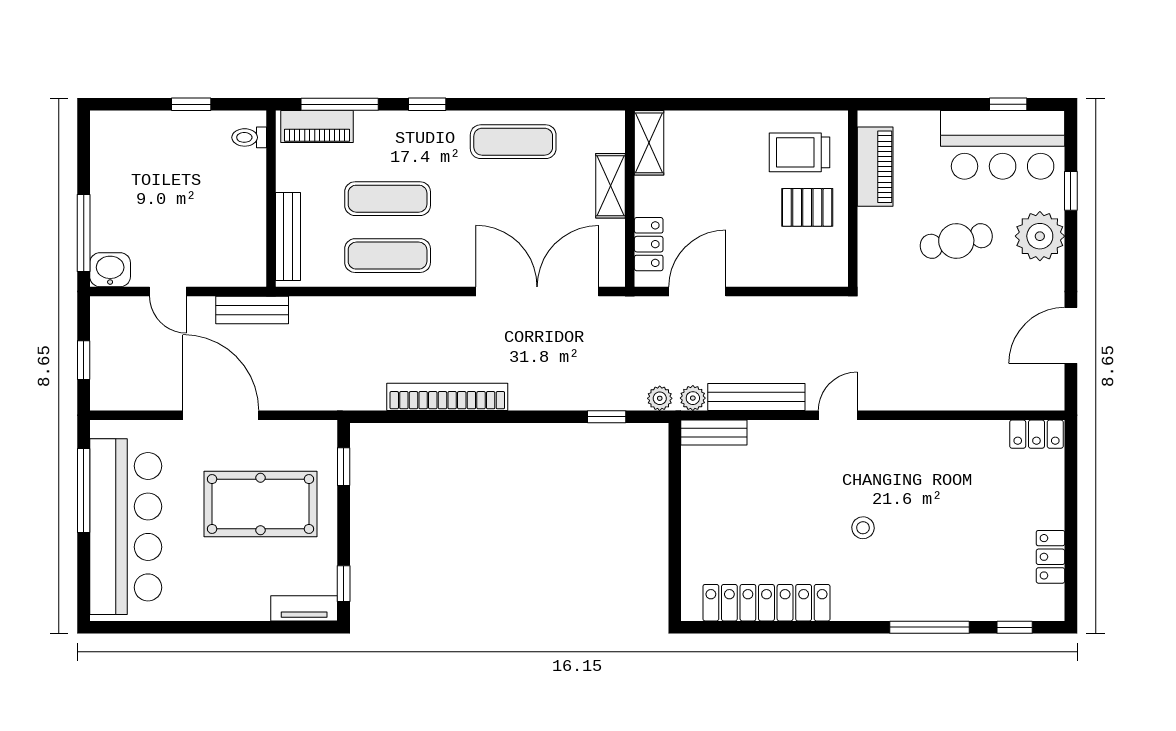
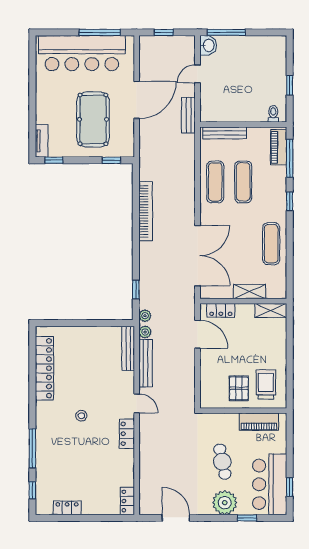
bench: (714, 433) -> (128, 348), width x1.36
locker: (900, 435) -> (127, 434), added

